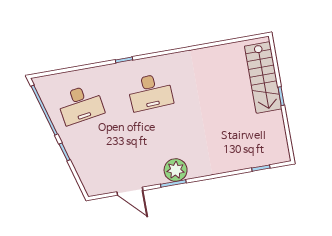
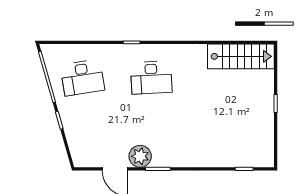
stairs: (263, 77) -> (241, 56), moved, turned -90
plant: (176, 170) -> (140, 156), moved

